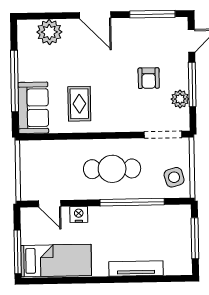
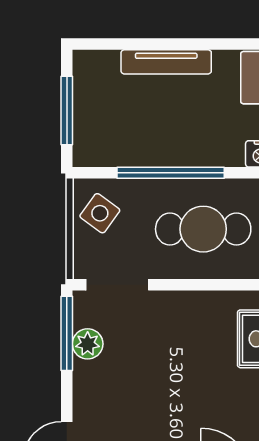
armchair: (149, 78) -> (139, 380), removed
window: (192, 84) -> (67, 333), moved
side table: (174, 177) -> (100, 213), turned -38

